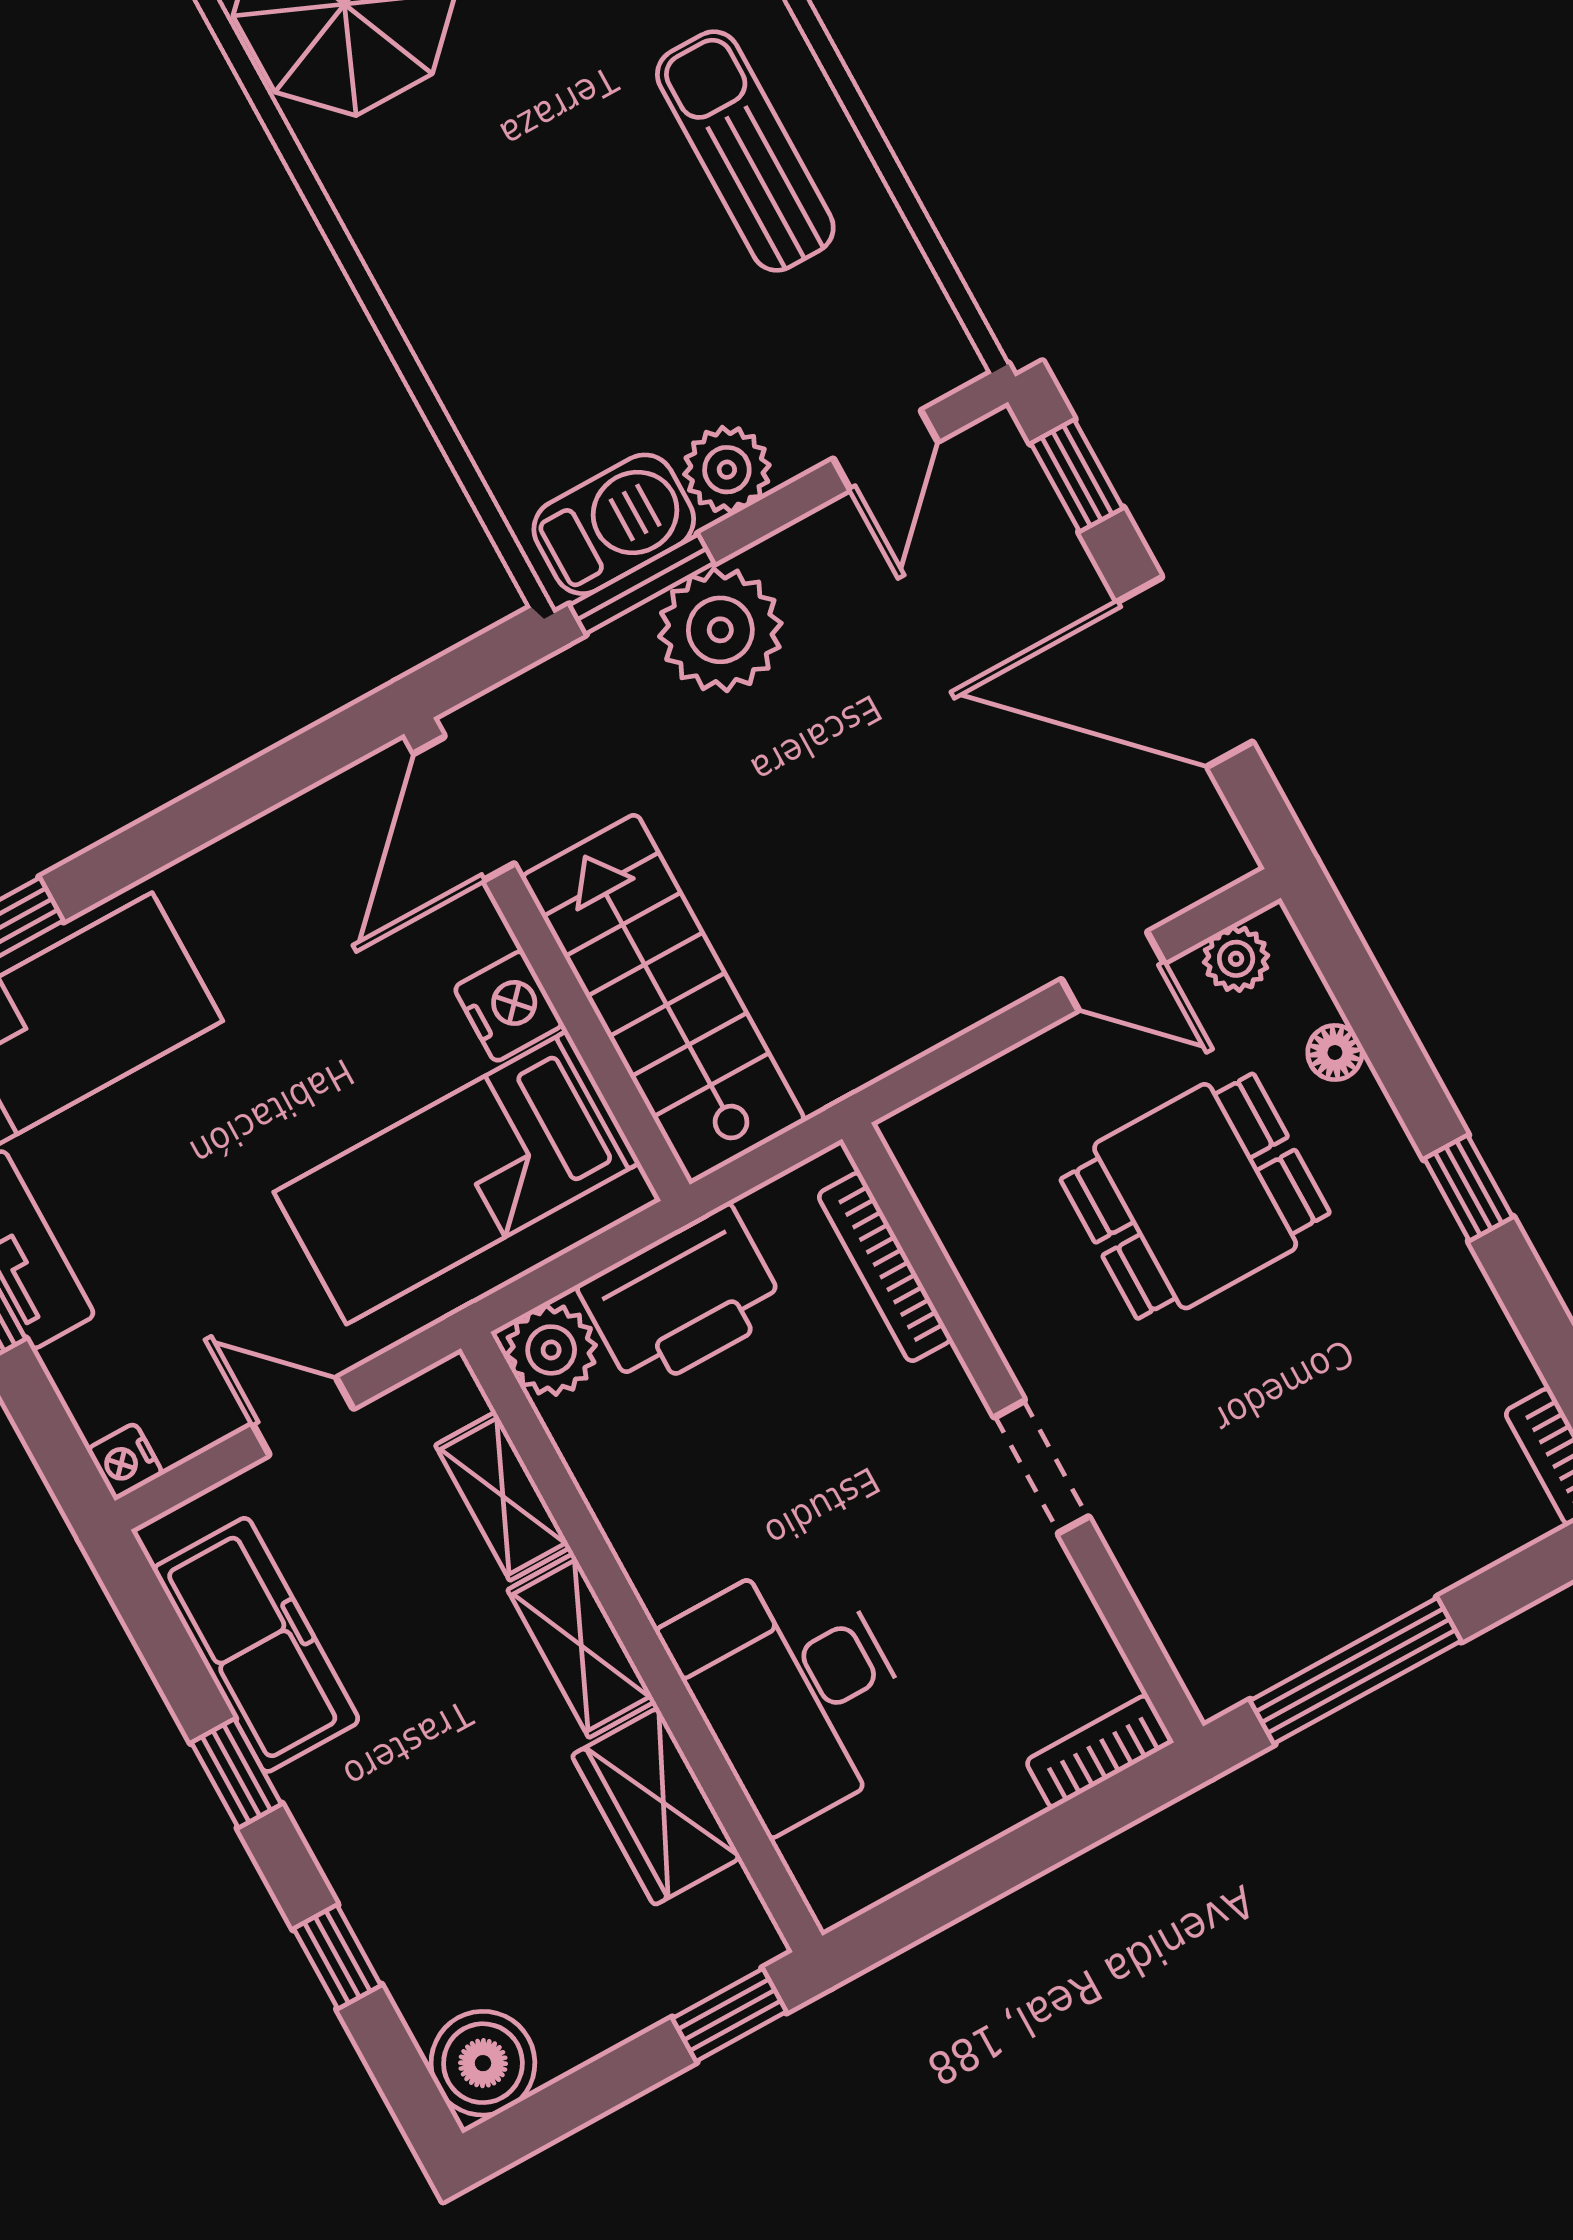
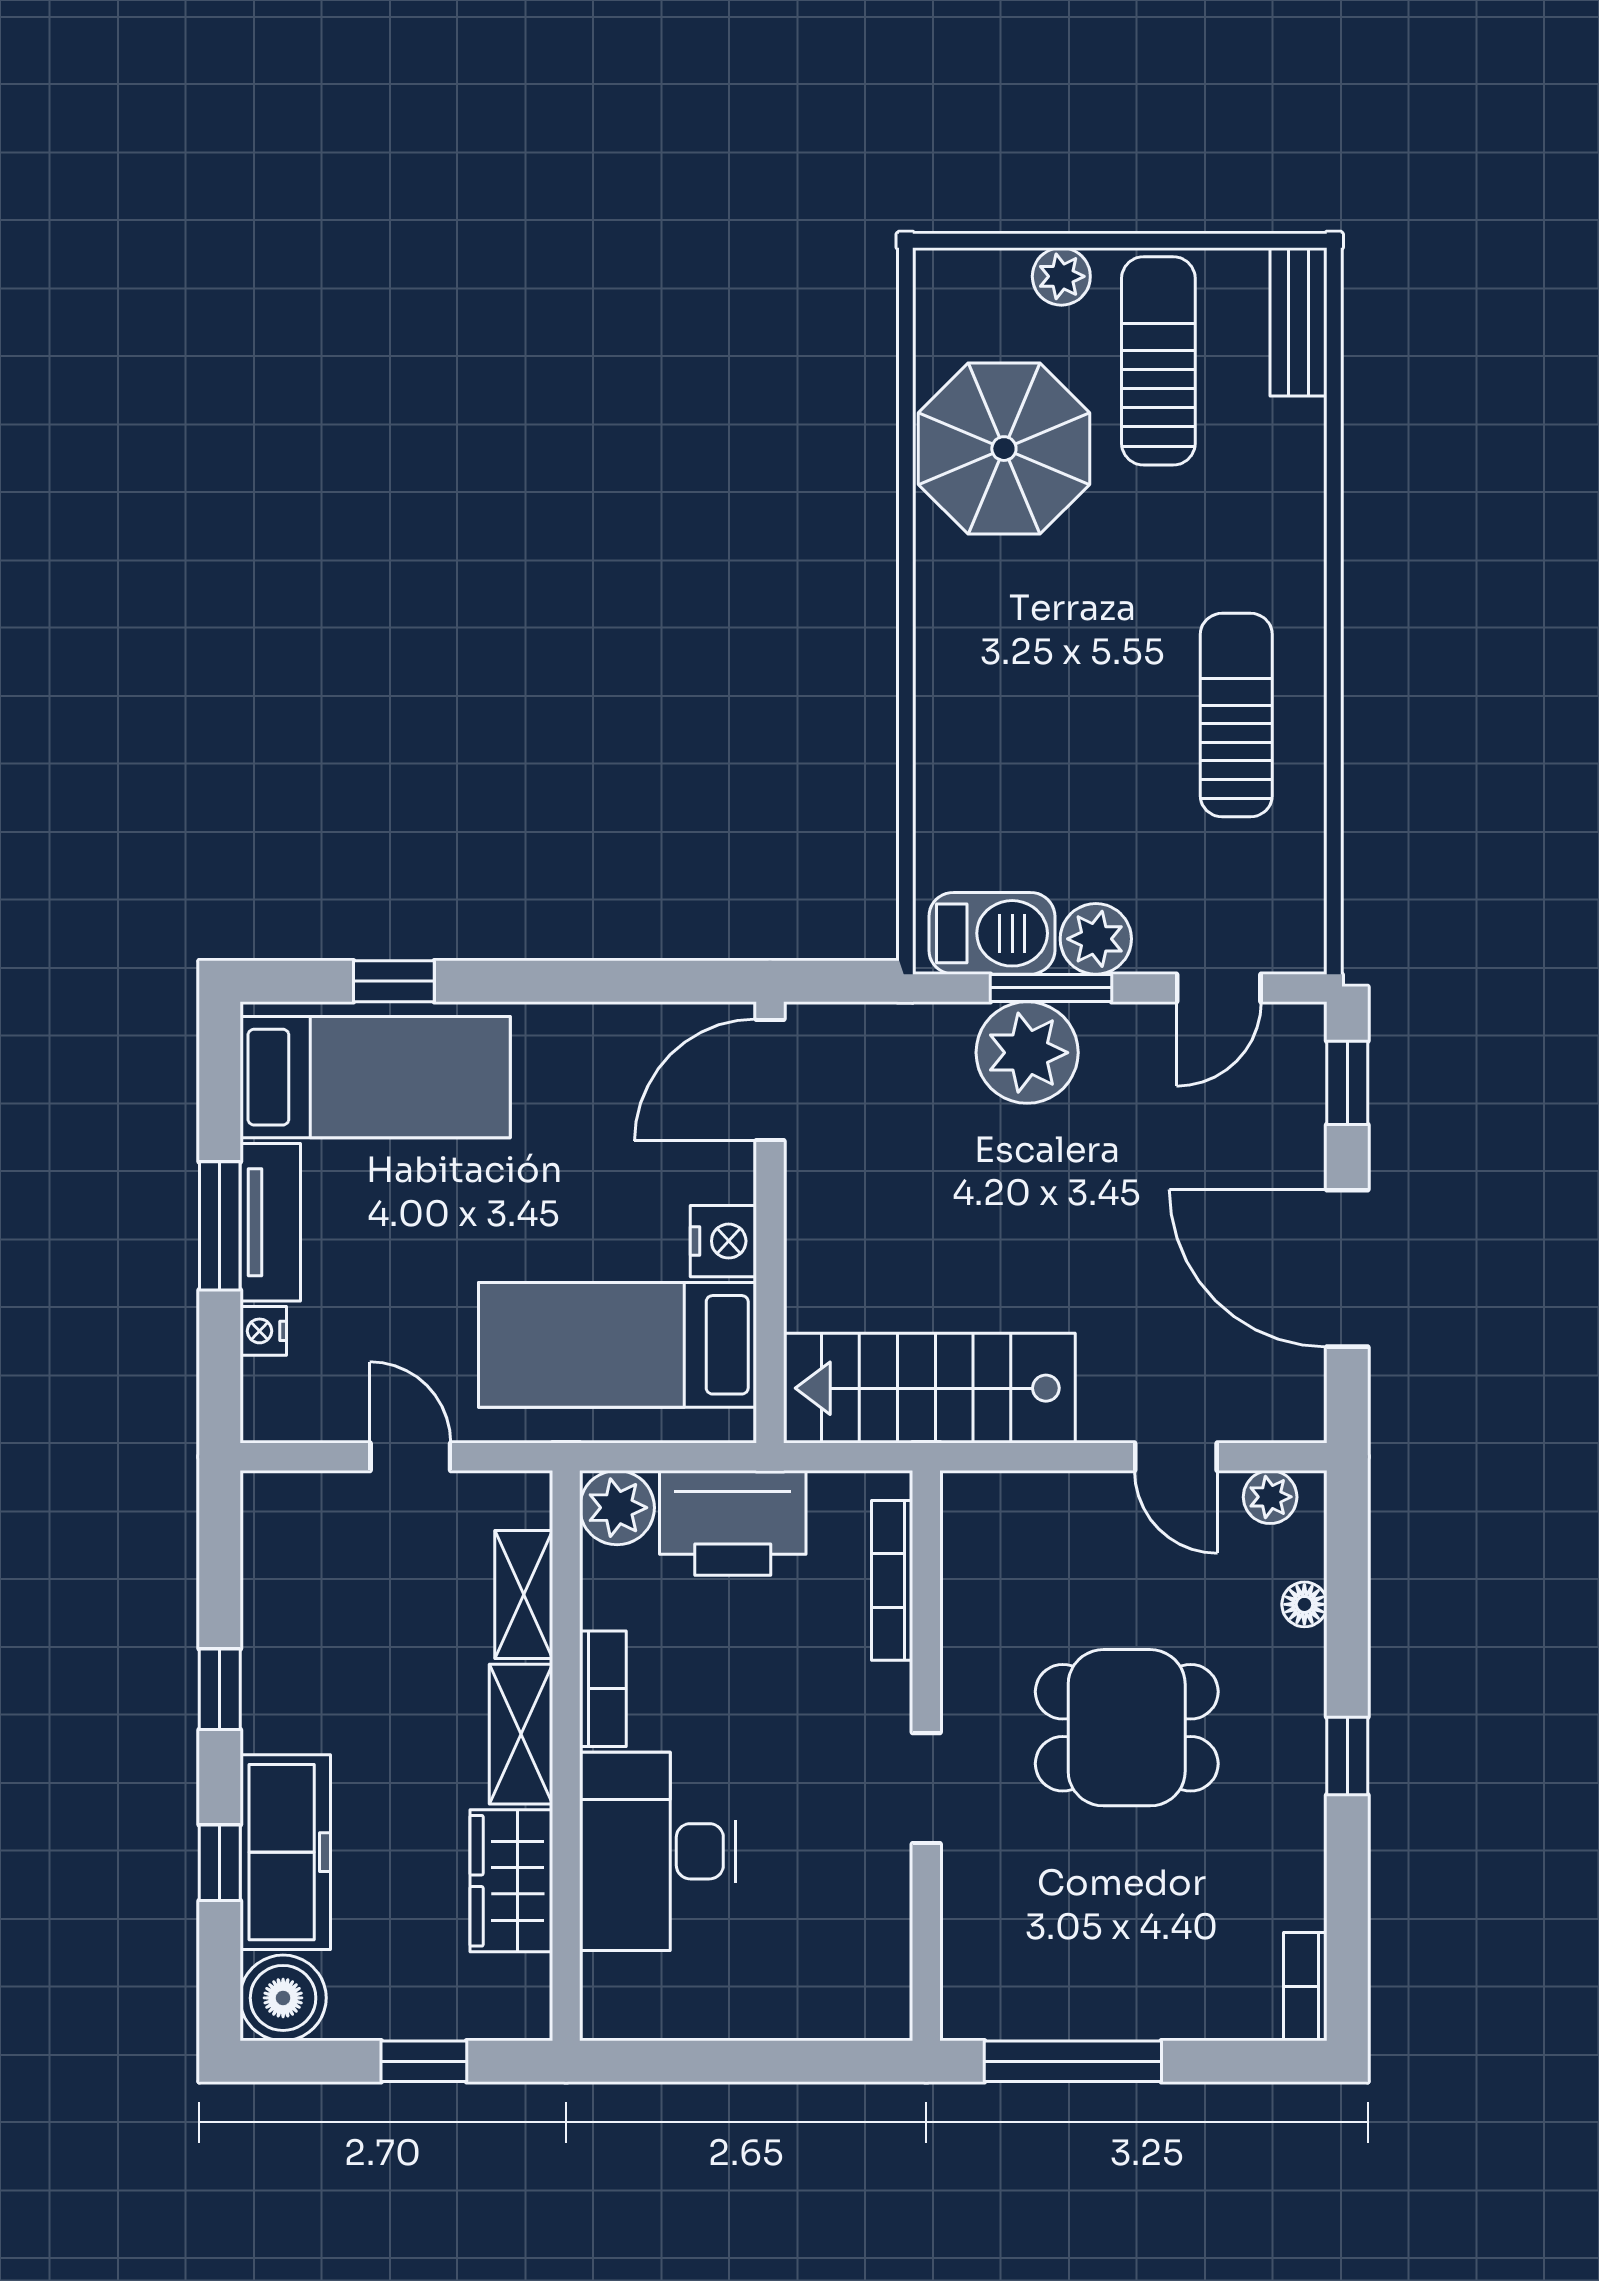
window: (642, 584) -> (1051, 988), moved
stairs: (663, 999) -> (929, 1388), moved, turned -90
dining table: (1195, 1196) -> (1127, 1728), moved
nightstand: (125, 1462) -> (263, 1331), moved
freezer: (256, 1645) -> (285, 1852), moved
bookcase: (1099, 1752) -> (603, 1689), moved, turned 90
window: (729, 2015) -> (424, 2061), moved

